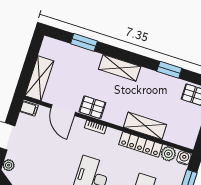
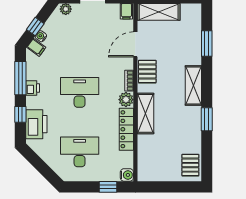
window: (169, 70) -> (207, 119), moved
shelving: (145, 126) -> (146, 113), moved
plant: (168, 154) -> (126, 100), moved

